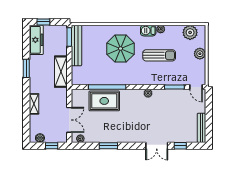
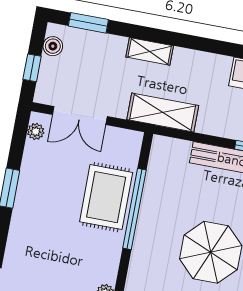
window: (26, 68) -> (88, 23), moved
shelving: (61, 72) -> (163, 113), moved
shelving: (34, 104) -> (150, 51), moved

